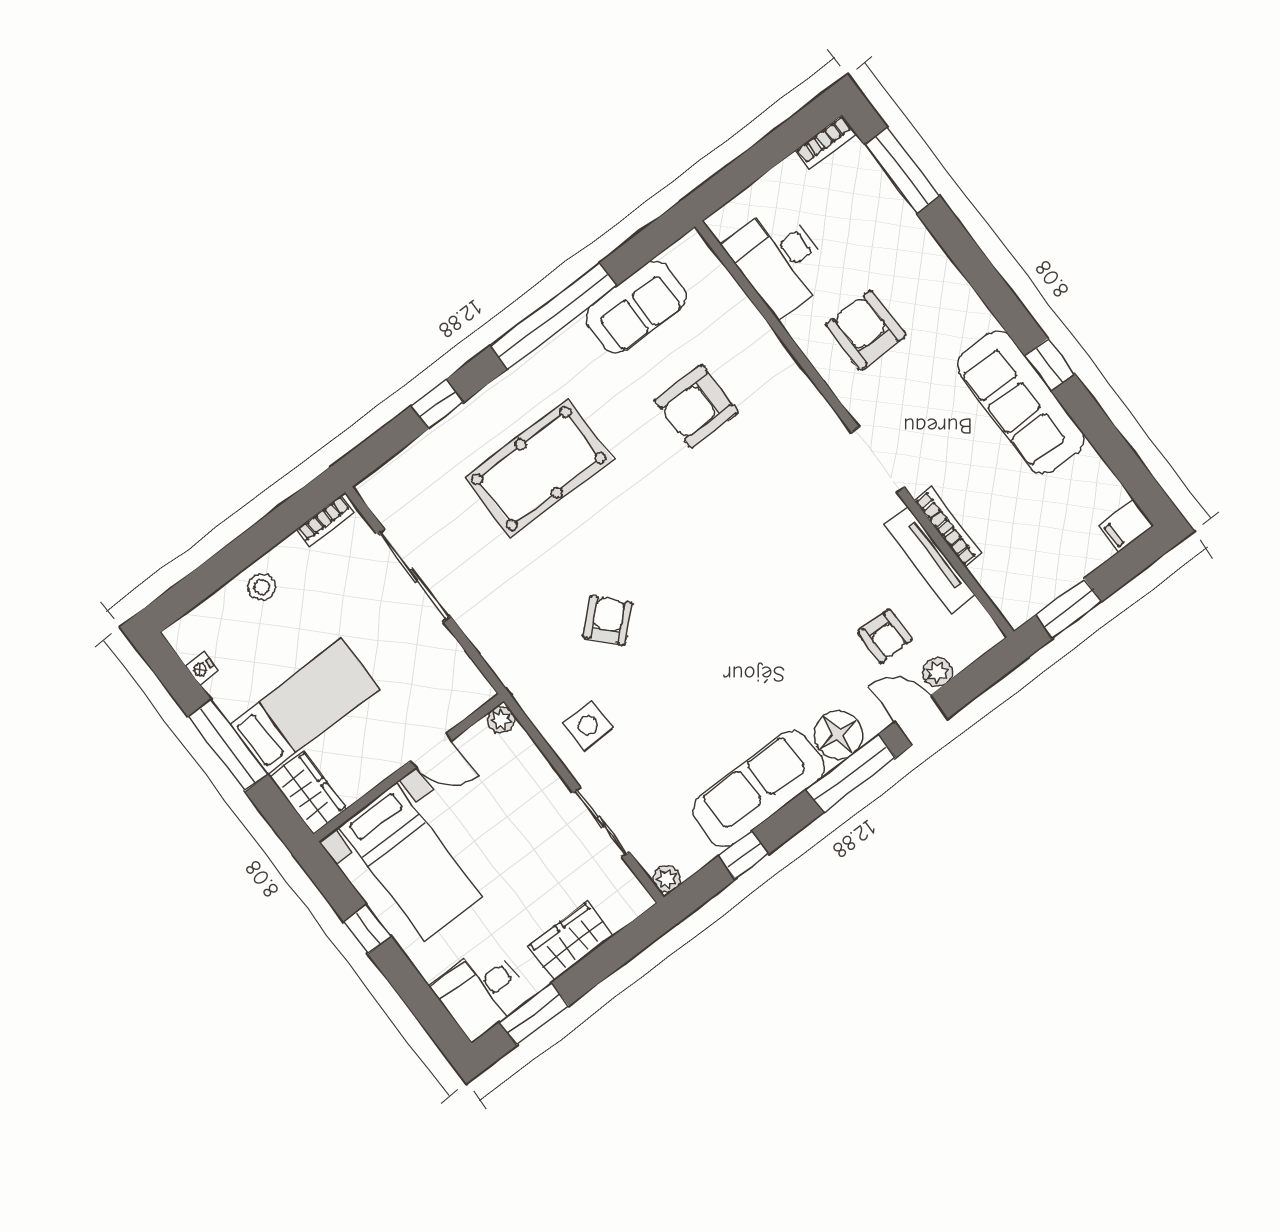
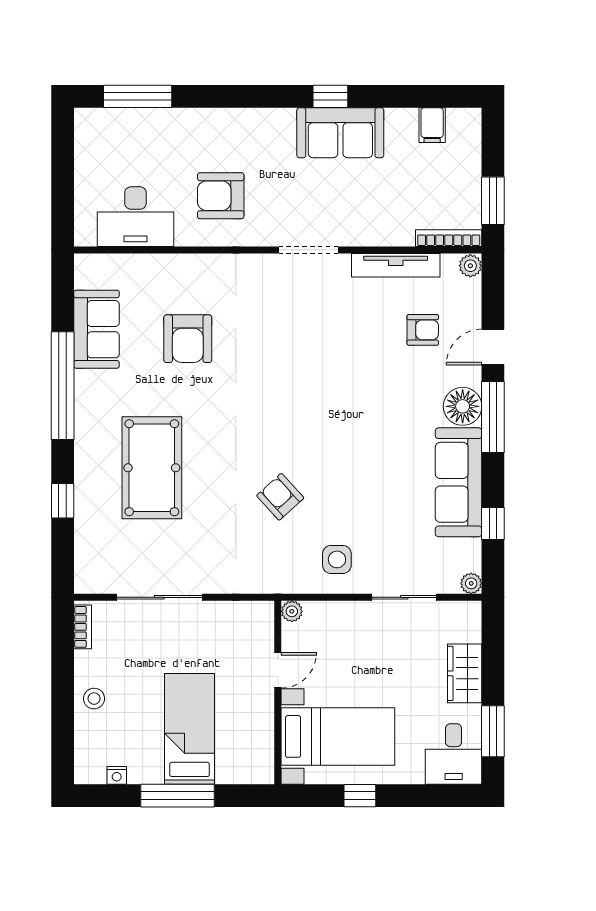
bookcase: (826, 142) -> (83, 131), removed
sofa: (1021, 402) -> (340, 133), width x0.73
filing cabinet: (1126, 526) -> (432, 125), moved
bookcase: (947, 527) -> (449, 238), moved
plant: (937, 672) -> (470, 266), moved
wardrobe: (308, 793) -> (246, 768), removed

